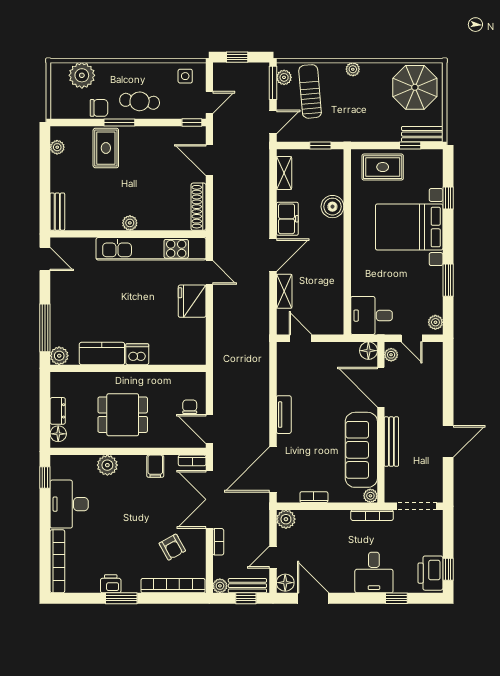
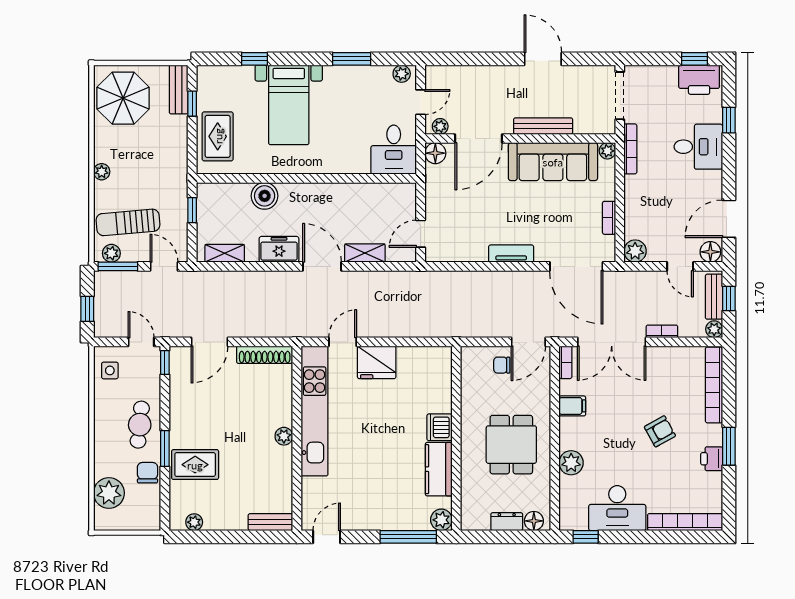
bed with nightstands: (409, 227) -> (289, 105), width x0.73
armchair: (172, 547) -> (660, 431), moved

